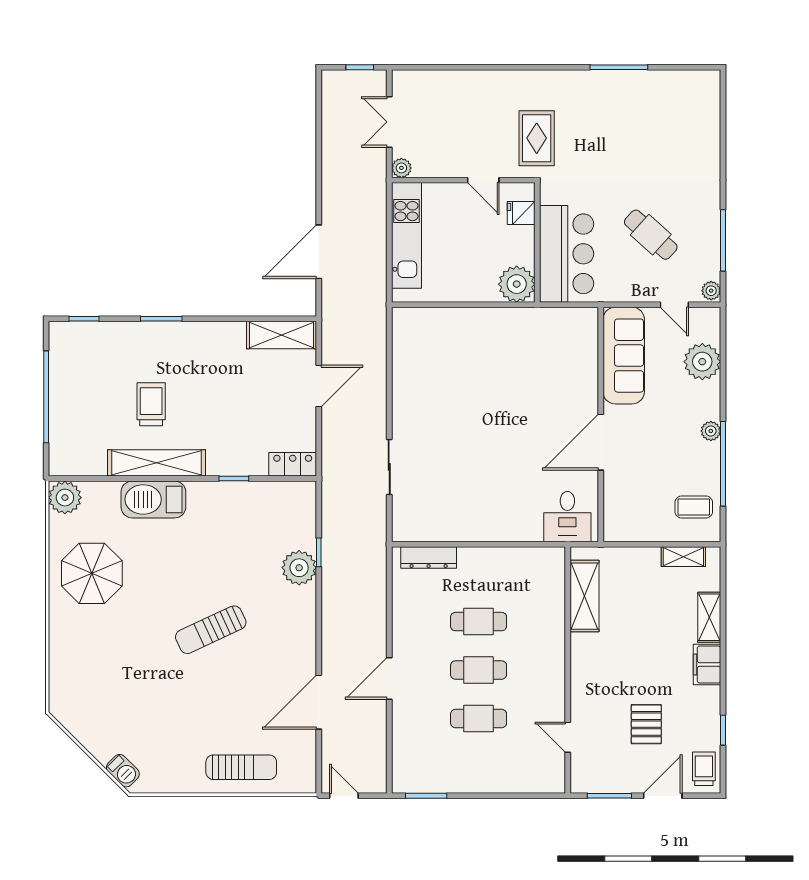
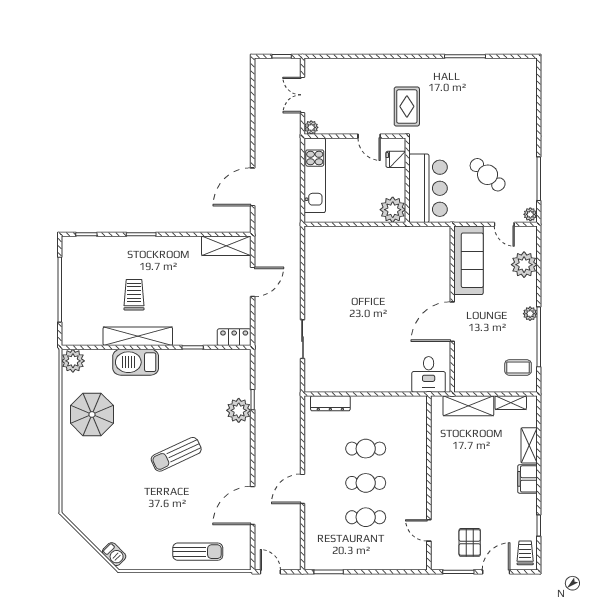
shelving: (585, 596) -> (468, 406), moved, turned 90
pallet: (646, 724) -> (470, 542), moved

